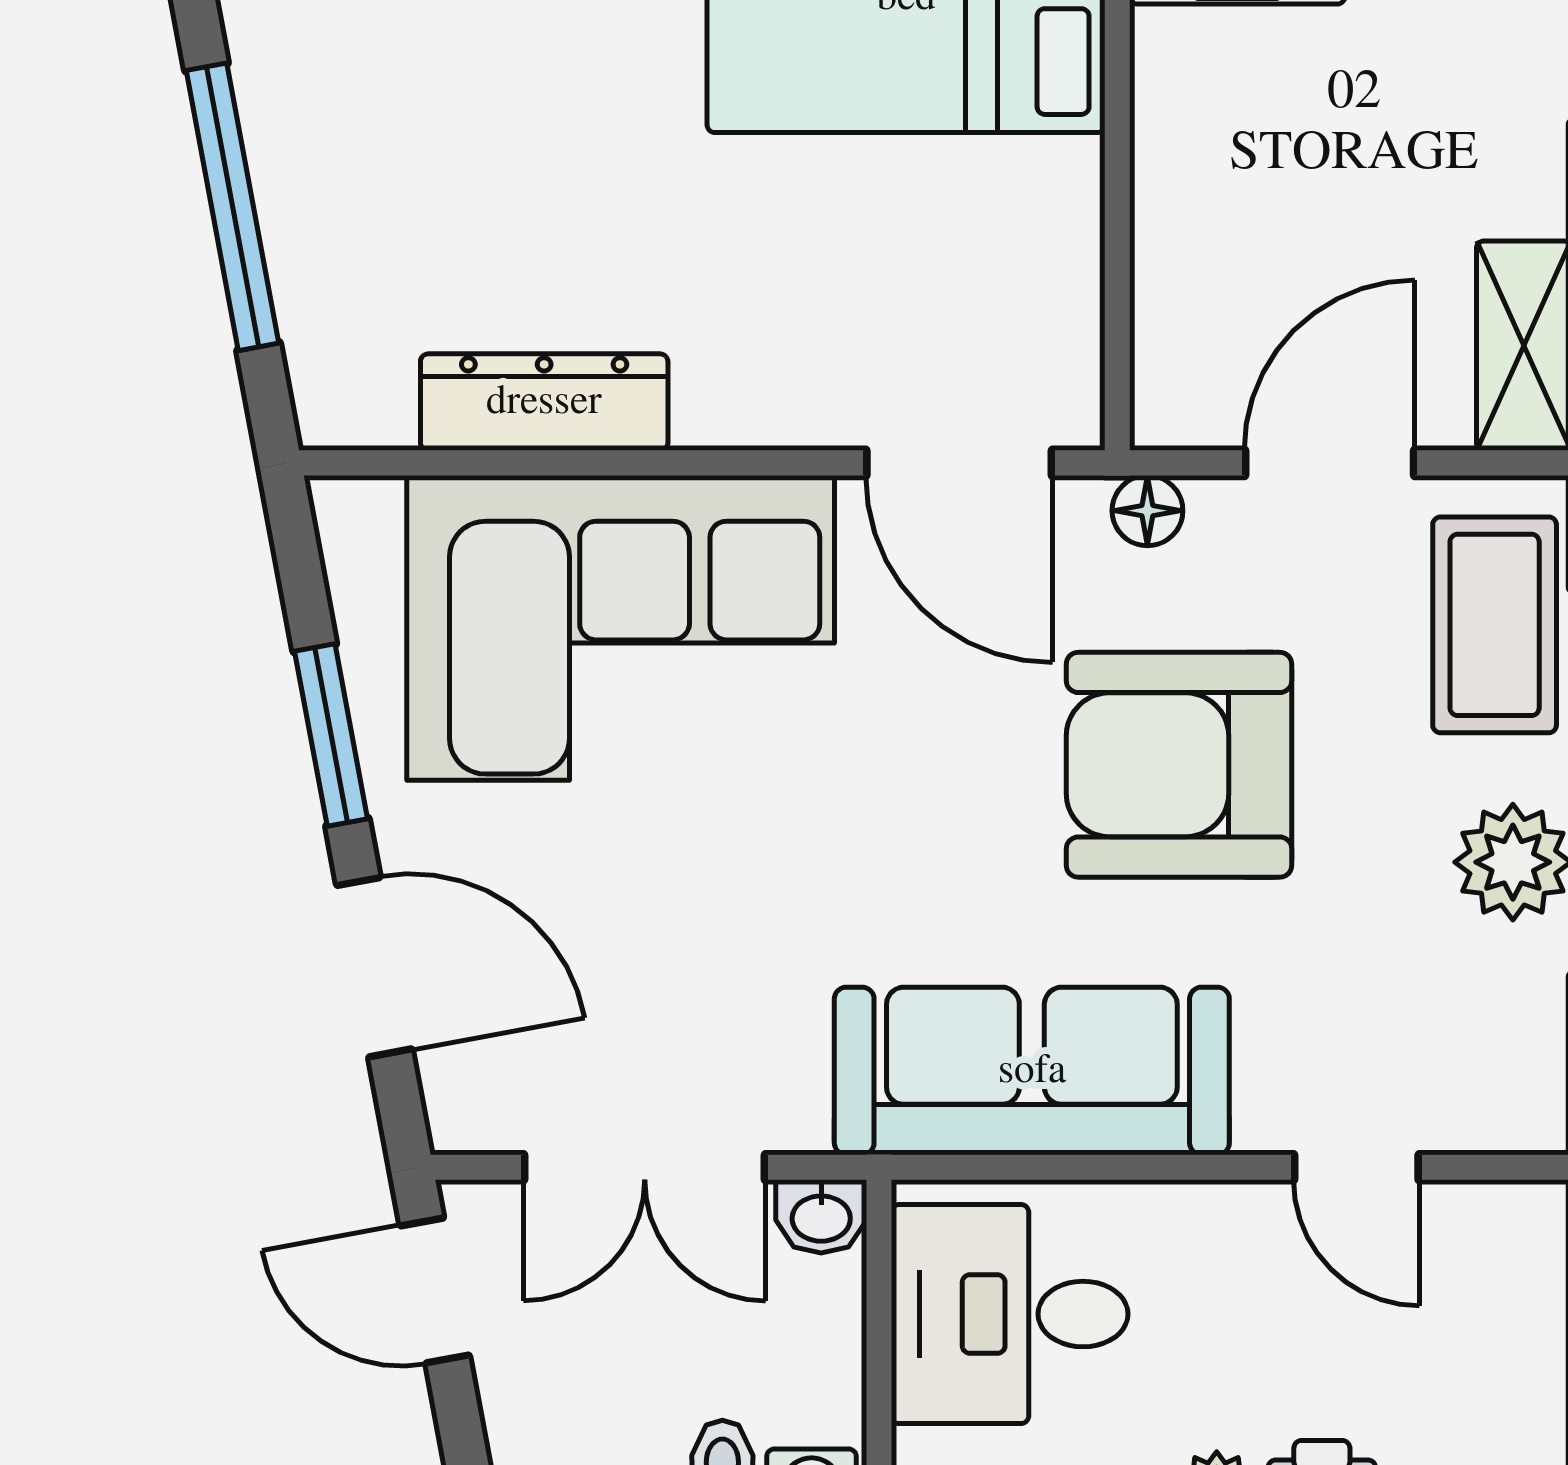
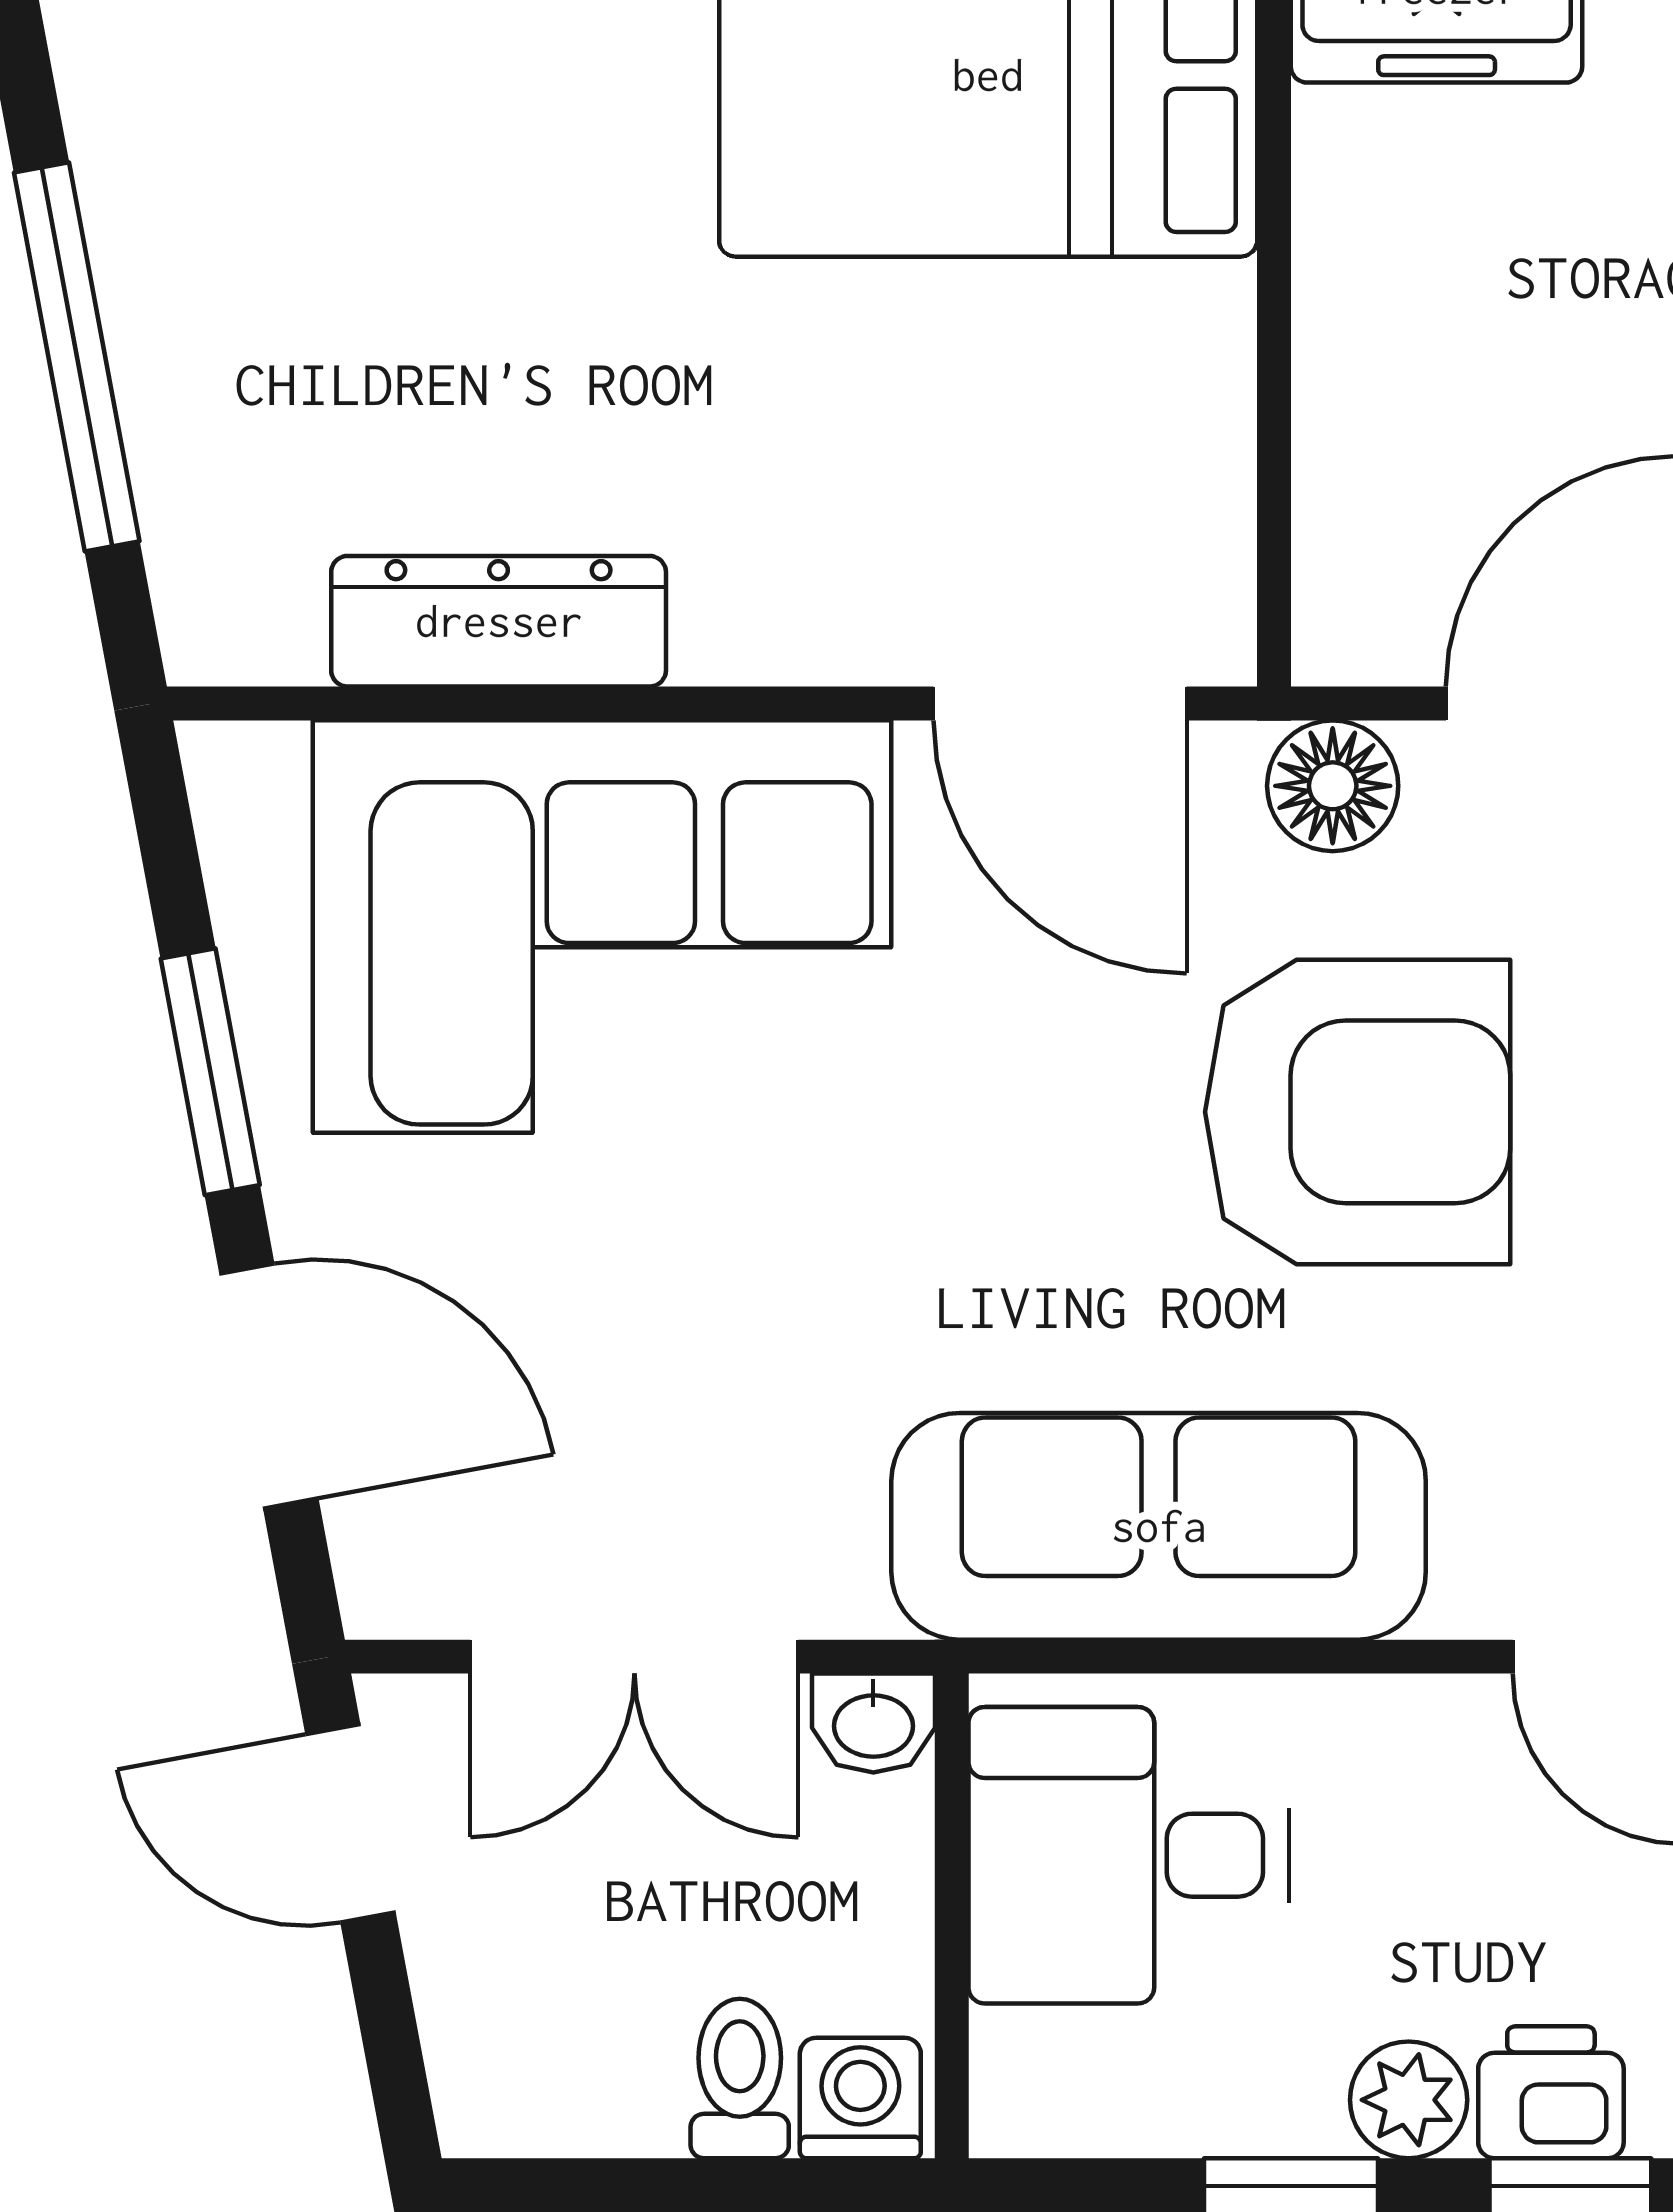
floor lamp: (1147, 511) -> (1333, 786), width x1.37, depth x1.37
armchair: (1179, 765) -> (1358, 1112), turned 180

